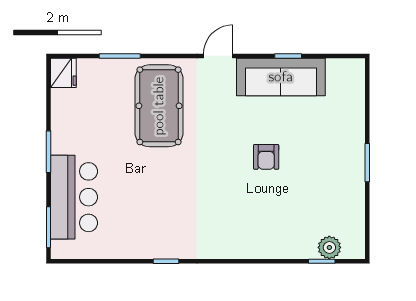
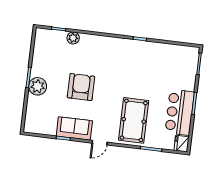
sofa: (281, 77) -> (74, 128), width x0.73
plant: (348, 148) -> (38, 86), added
armchair: (266, 157) -> (81, 87), width x1.88, depth x1.88
bar counter: (74, 197) -> (180, 112), moved
plant: (329, 247) -> (73, 38), moved

